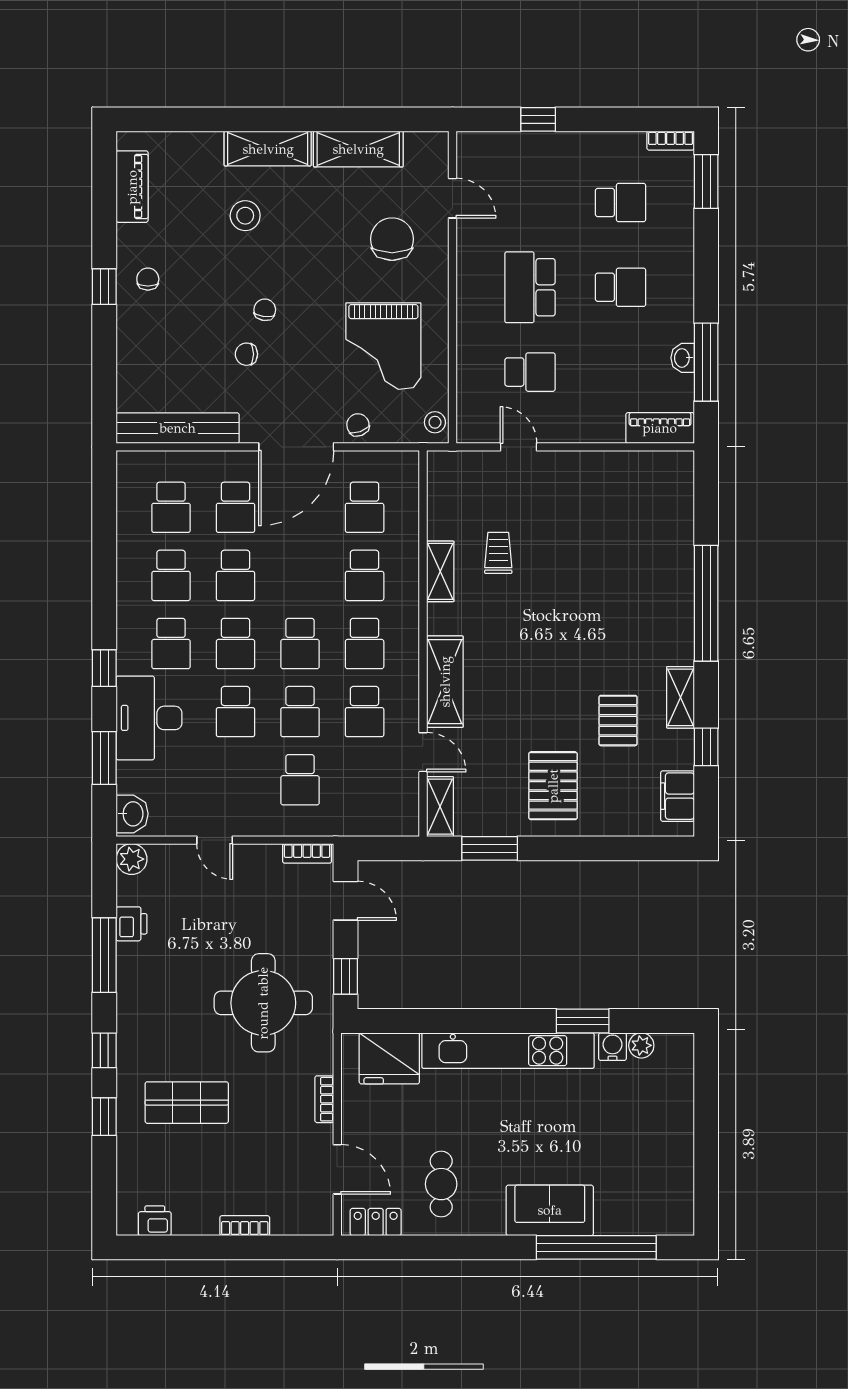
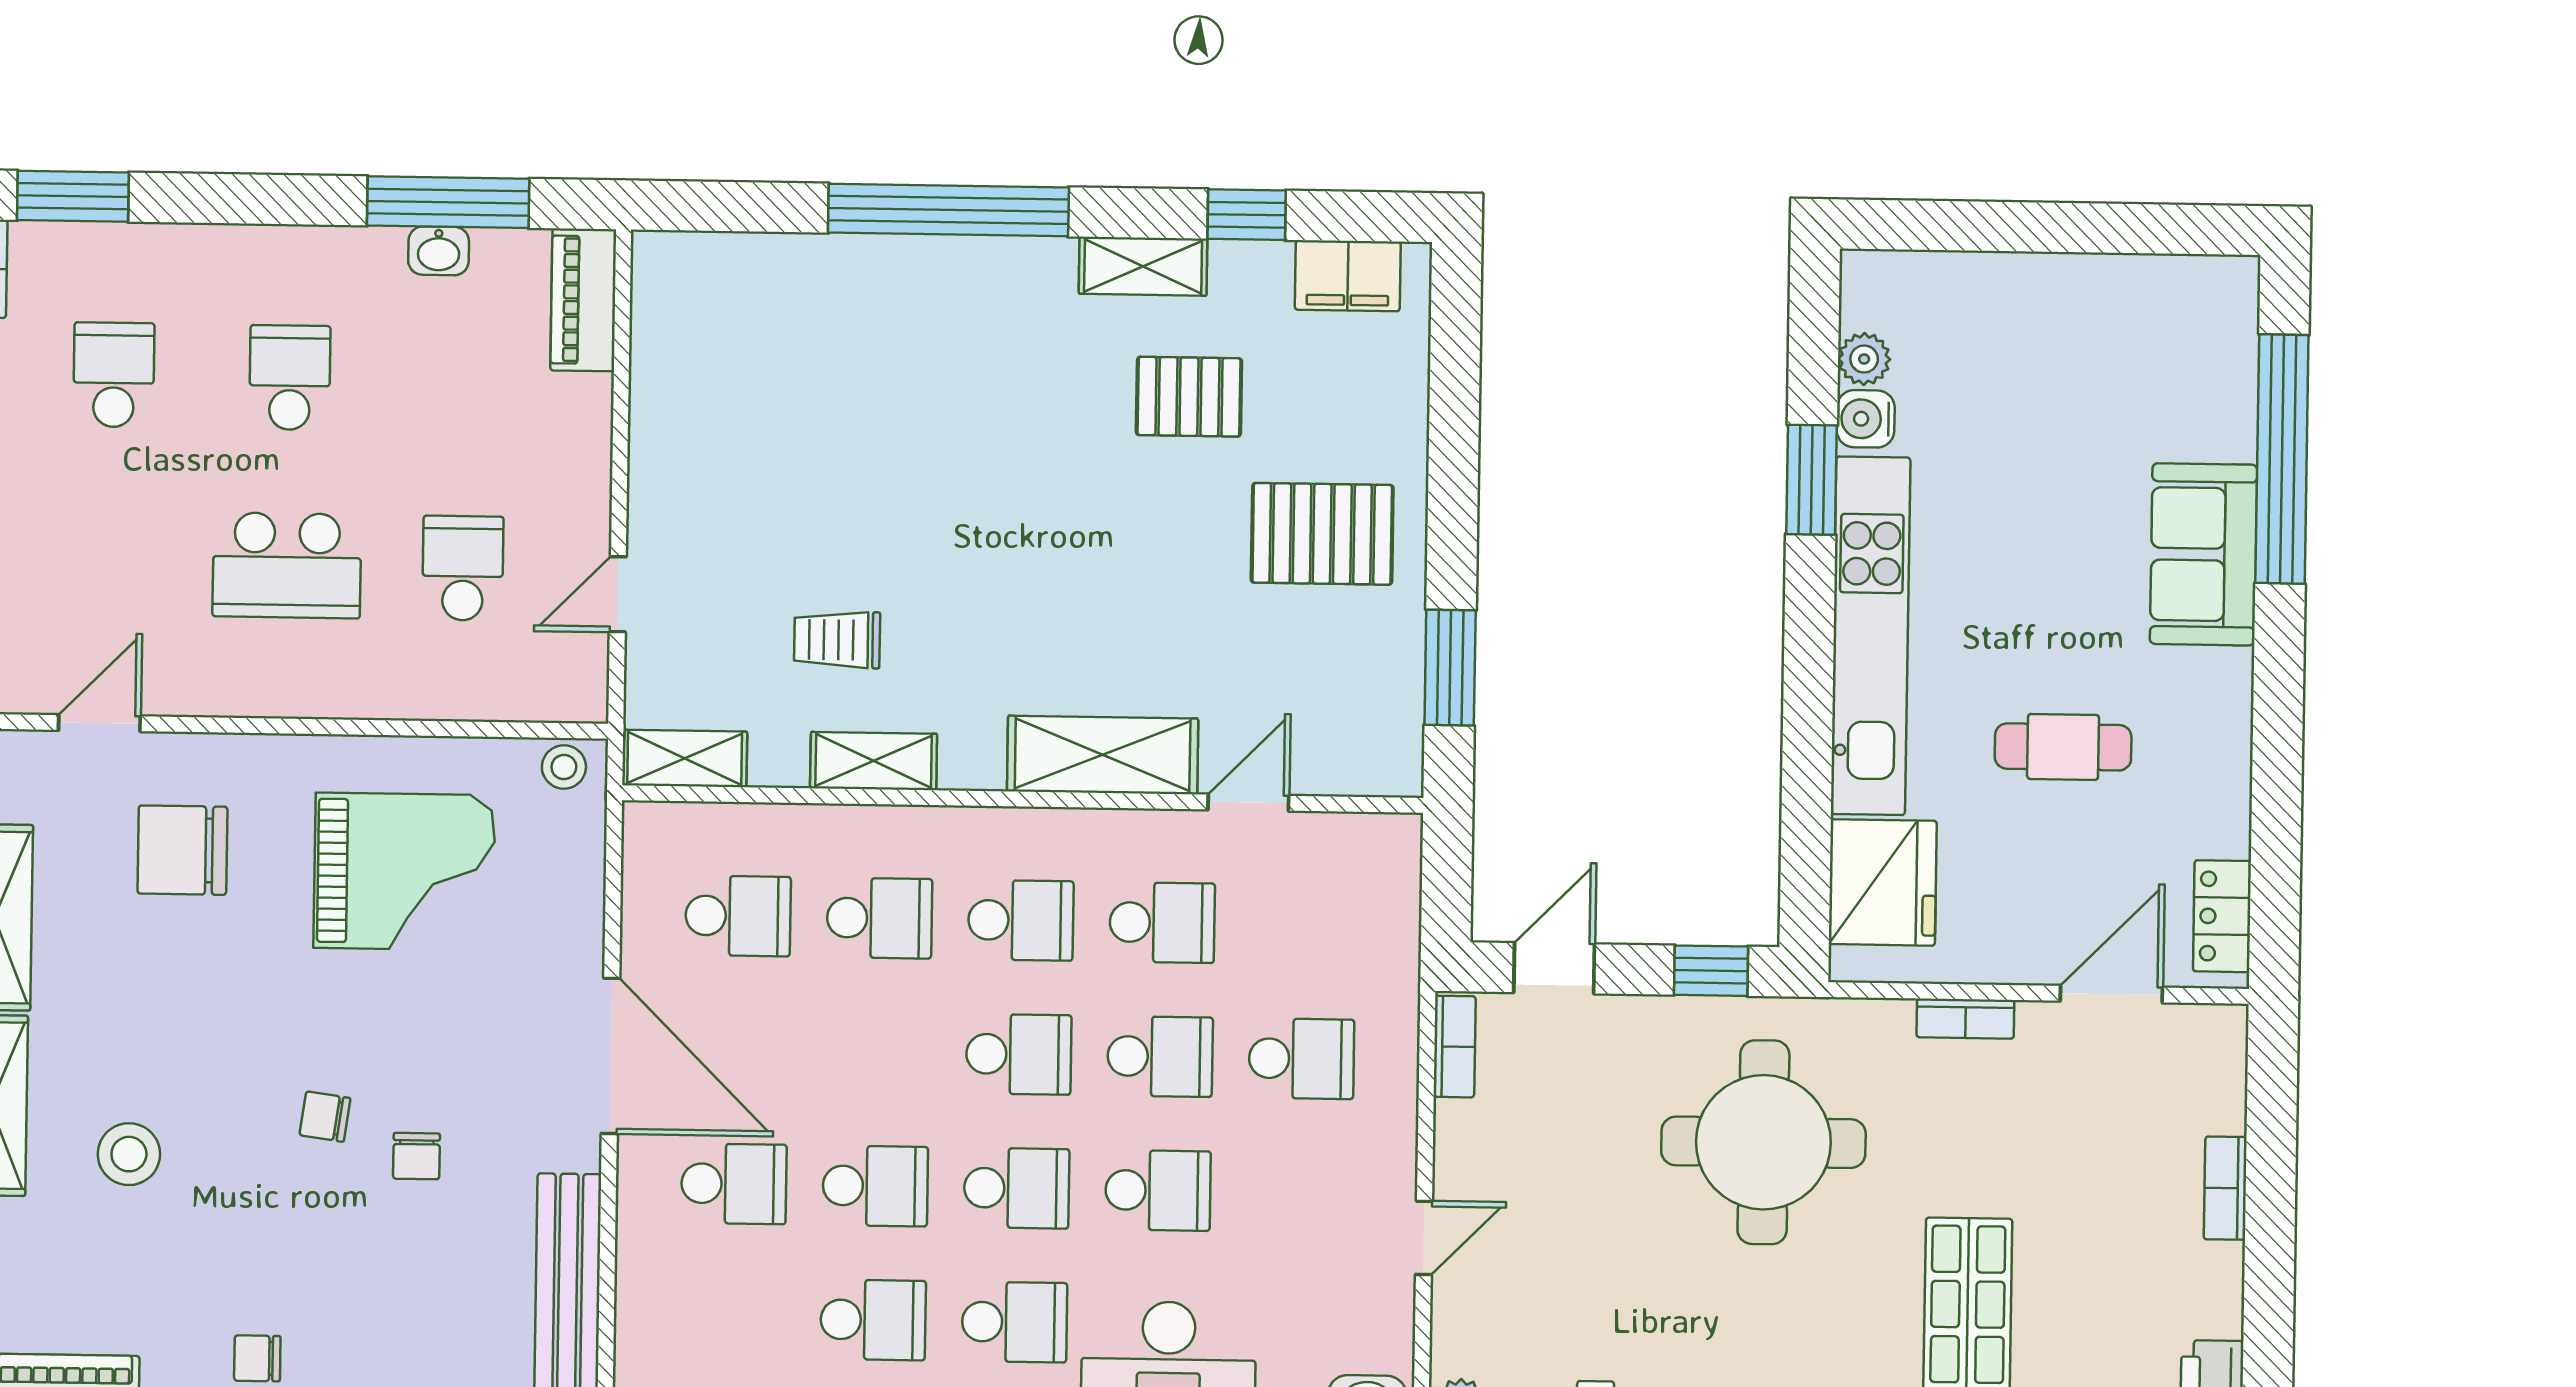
chair: (358, 425) -> (567, 927), removed
school desk: (171, 507) -> (732, 1318), removed
shelving: (440, 807) -> (685, 758), moved
cafe table: (441, 1184) -> (2063, 747), moved

